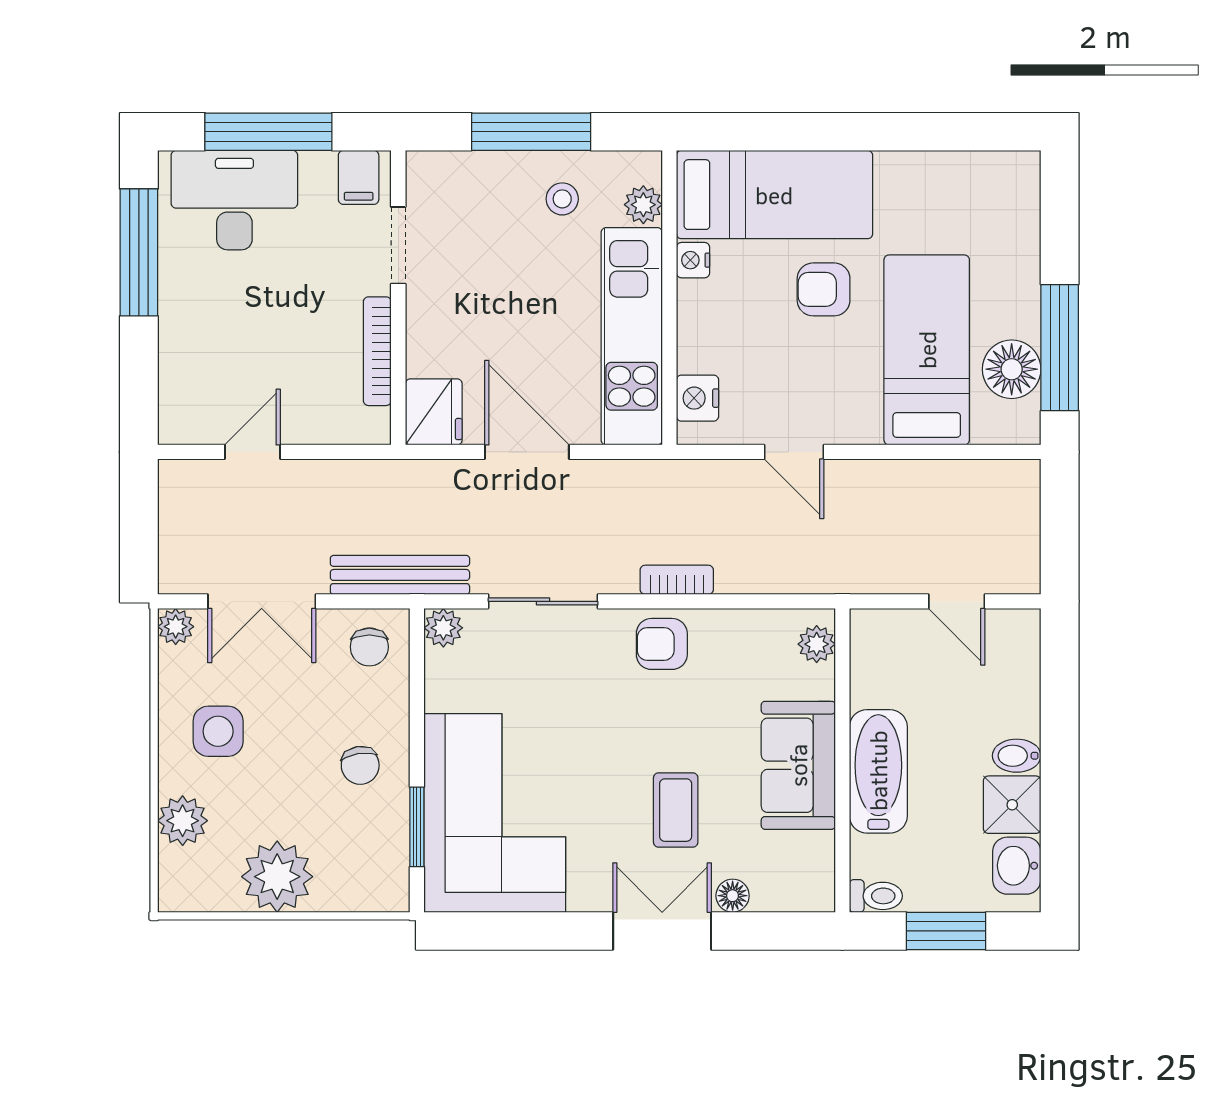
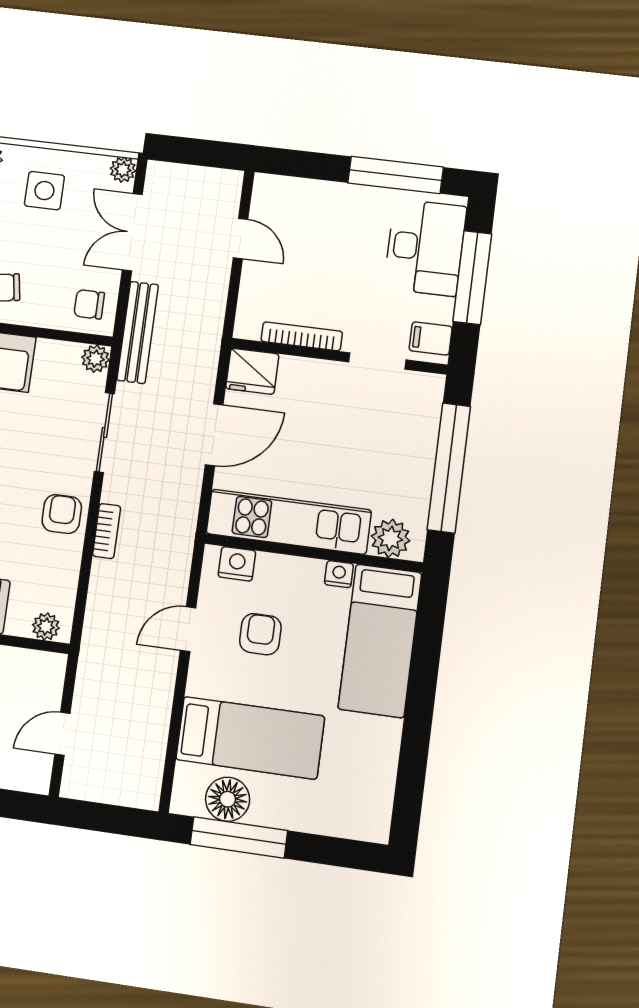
window: (531, 132) -> (449, 468), width x1.46
stool: (562, 199) -> (396, 484), removed
plant: (643, 205) -> (390, 538), width x1.38, depth x1.38
armchair: (824, 289) -> (260, 634), moved

